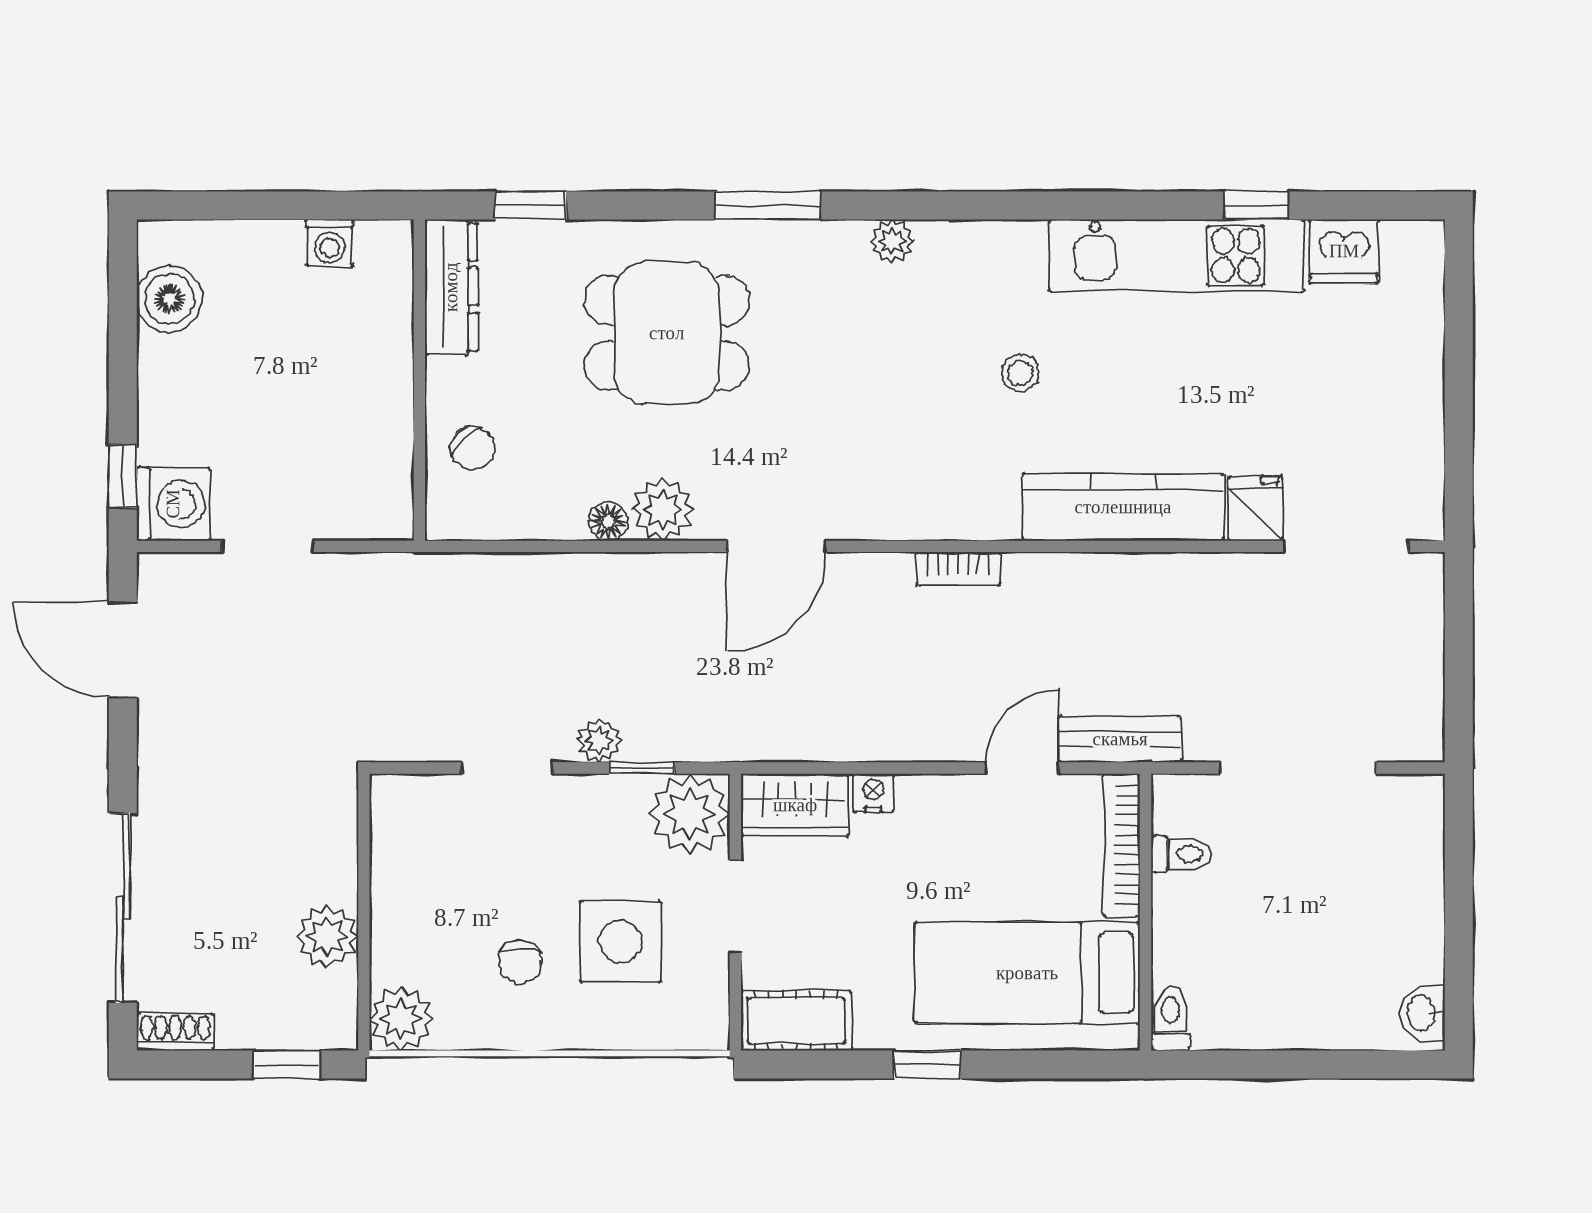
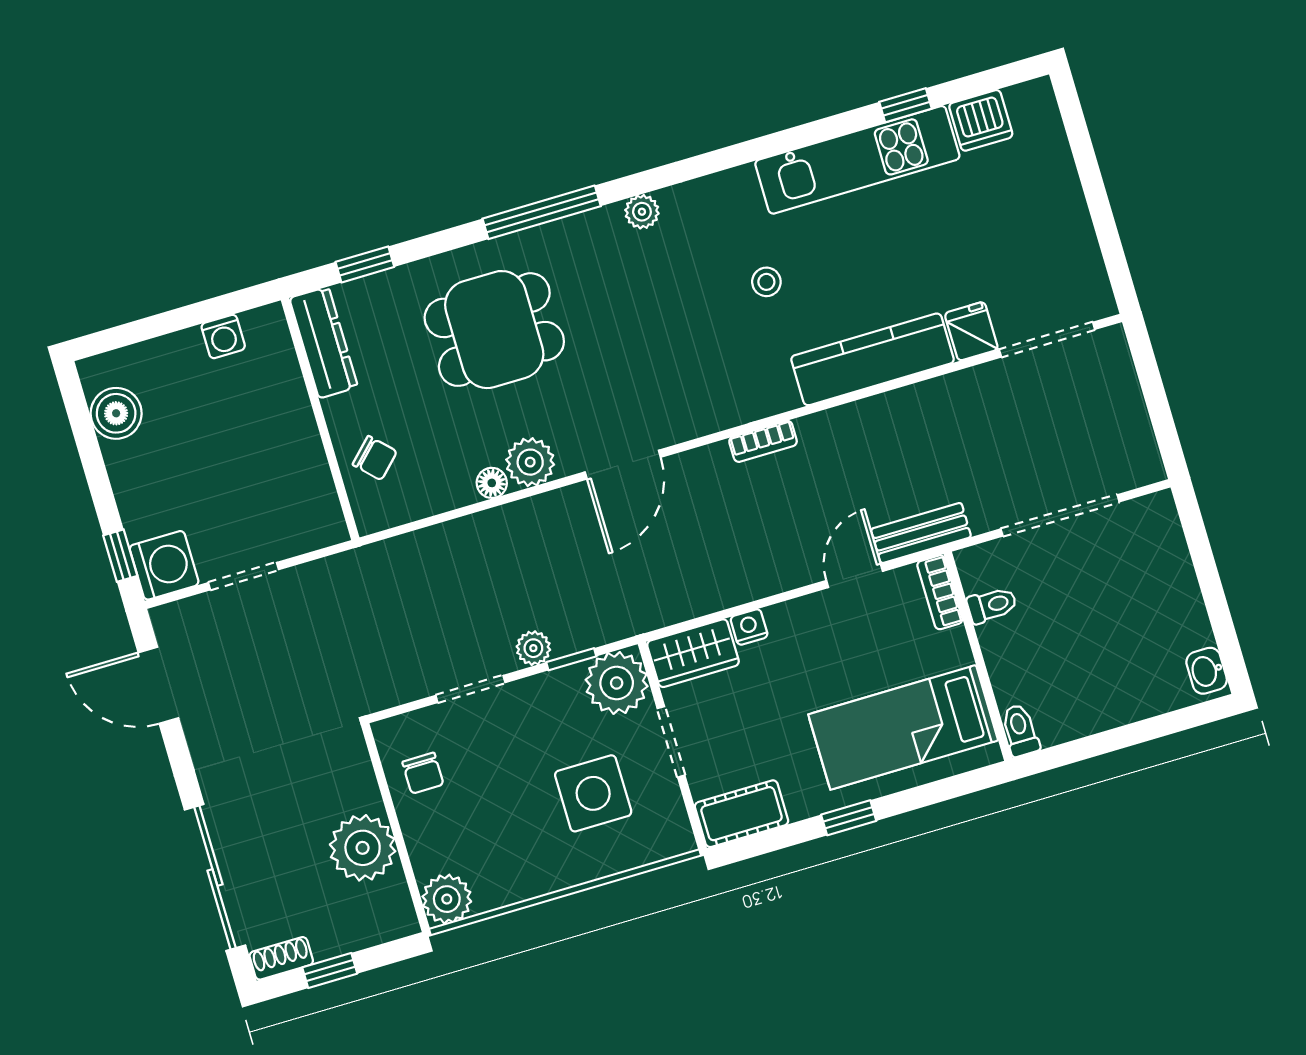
window: (768, 205) -> (542, 212), width x1.44
bookcase: (1122, 845) -> (940, 592), width x0.64
plant: (327, 936) -> (363, 848), width x1.36, depth x1.36
chair: (520, 962) -> (423, 773), moved
window: (287, 1065) -> (330, 970), moved

